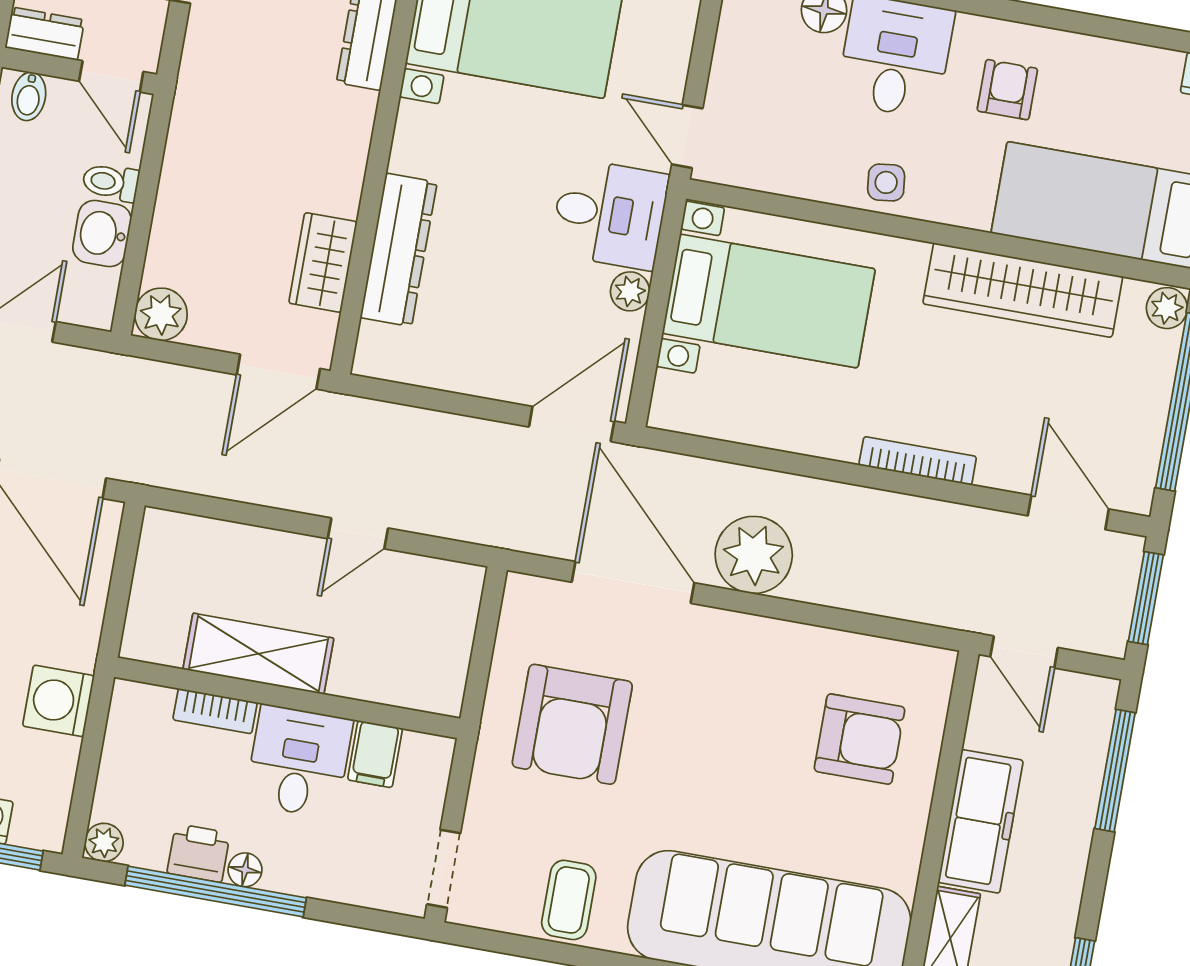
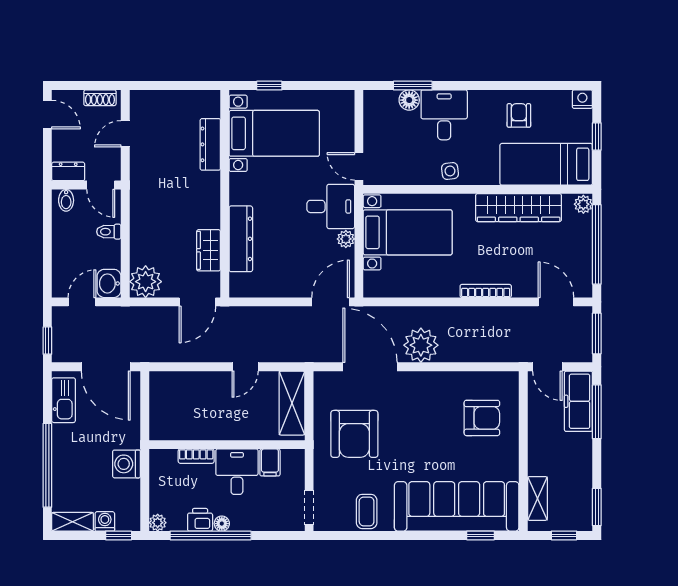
armchair: (1007, 90) -> (519, 115), moved
washbasin: (102, 234) -> (109, 283), moved
plant: (161, 314) -> (146, 282), width x1.36, depth x1.36
shelving: (258, 654) -> (292, 403), moved, turned 90
freezer: (981, 821) -> (578, 401), moved, turned 180

